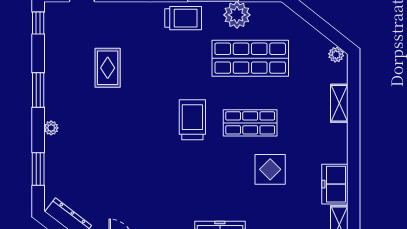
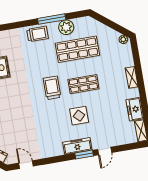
shelving: (339, 103) -> (132, 77), moved
display table: (270, 169) -> (79, 116), moved

